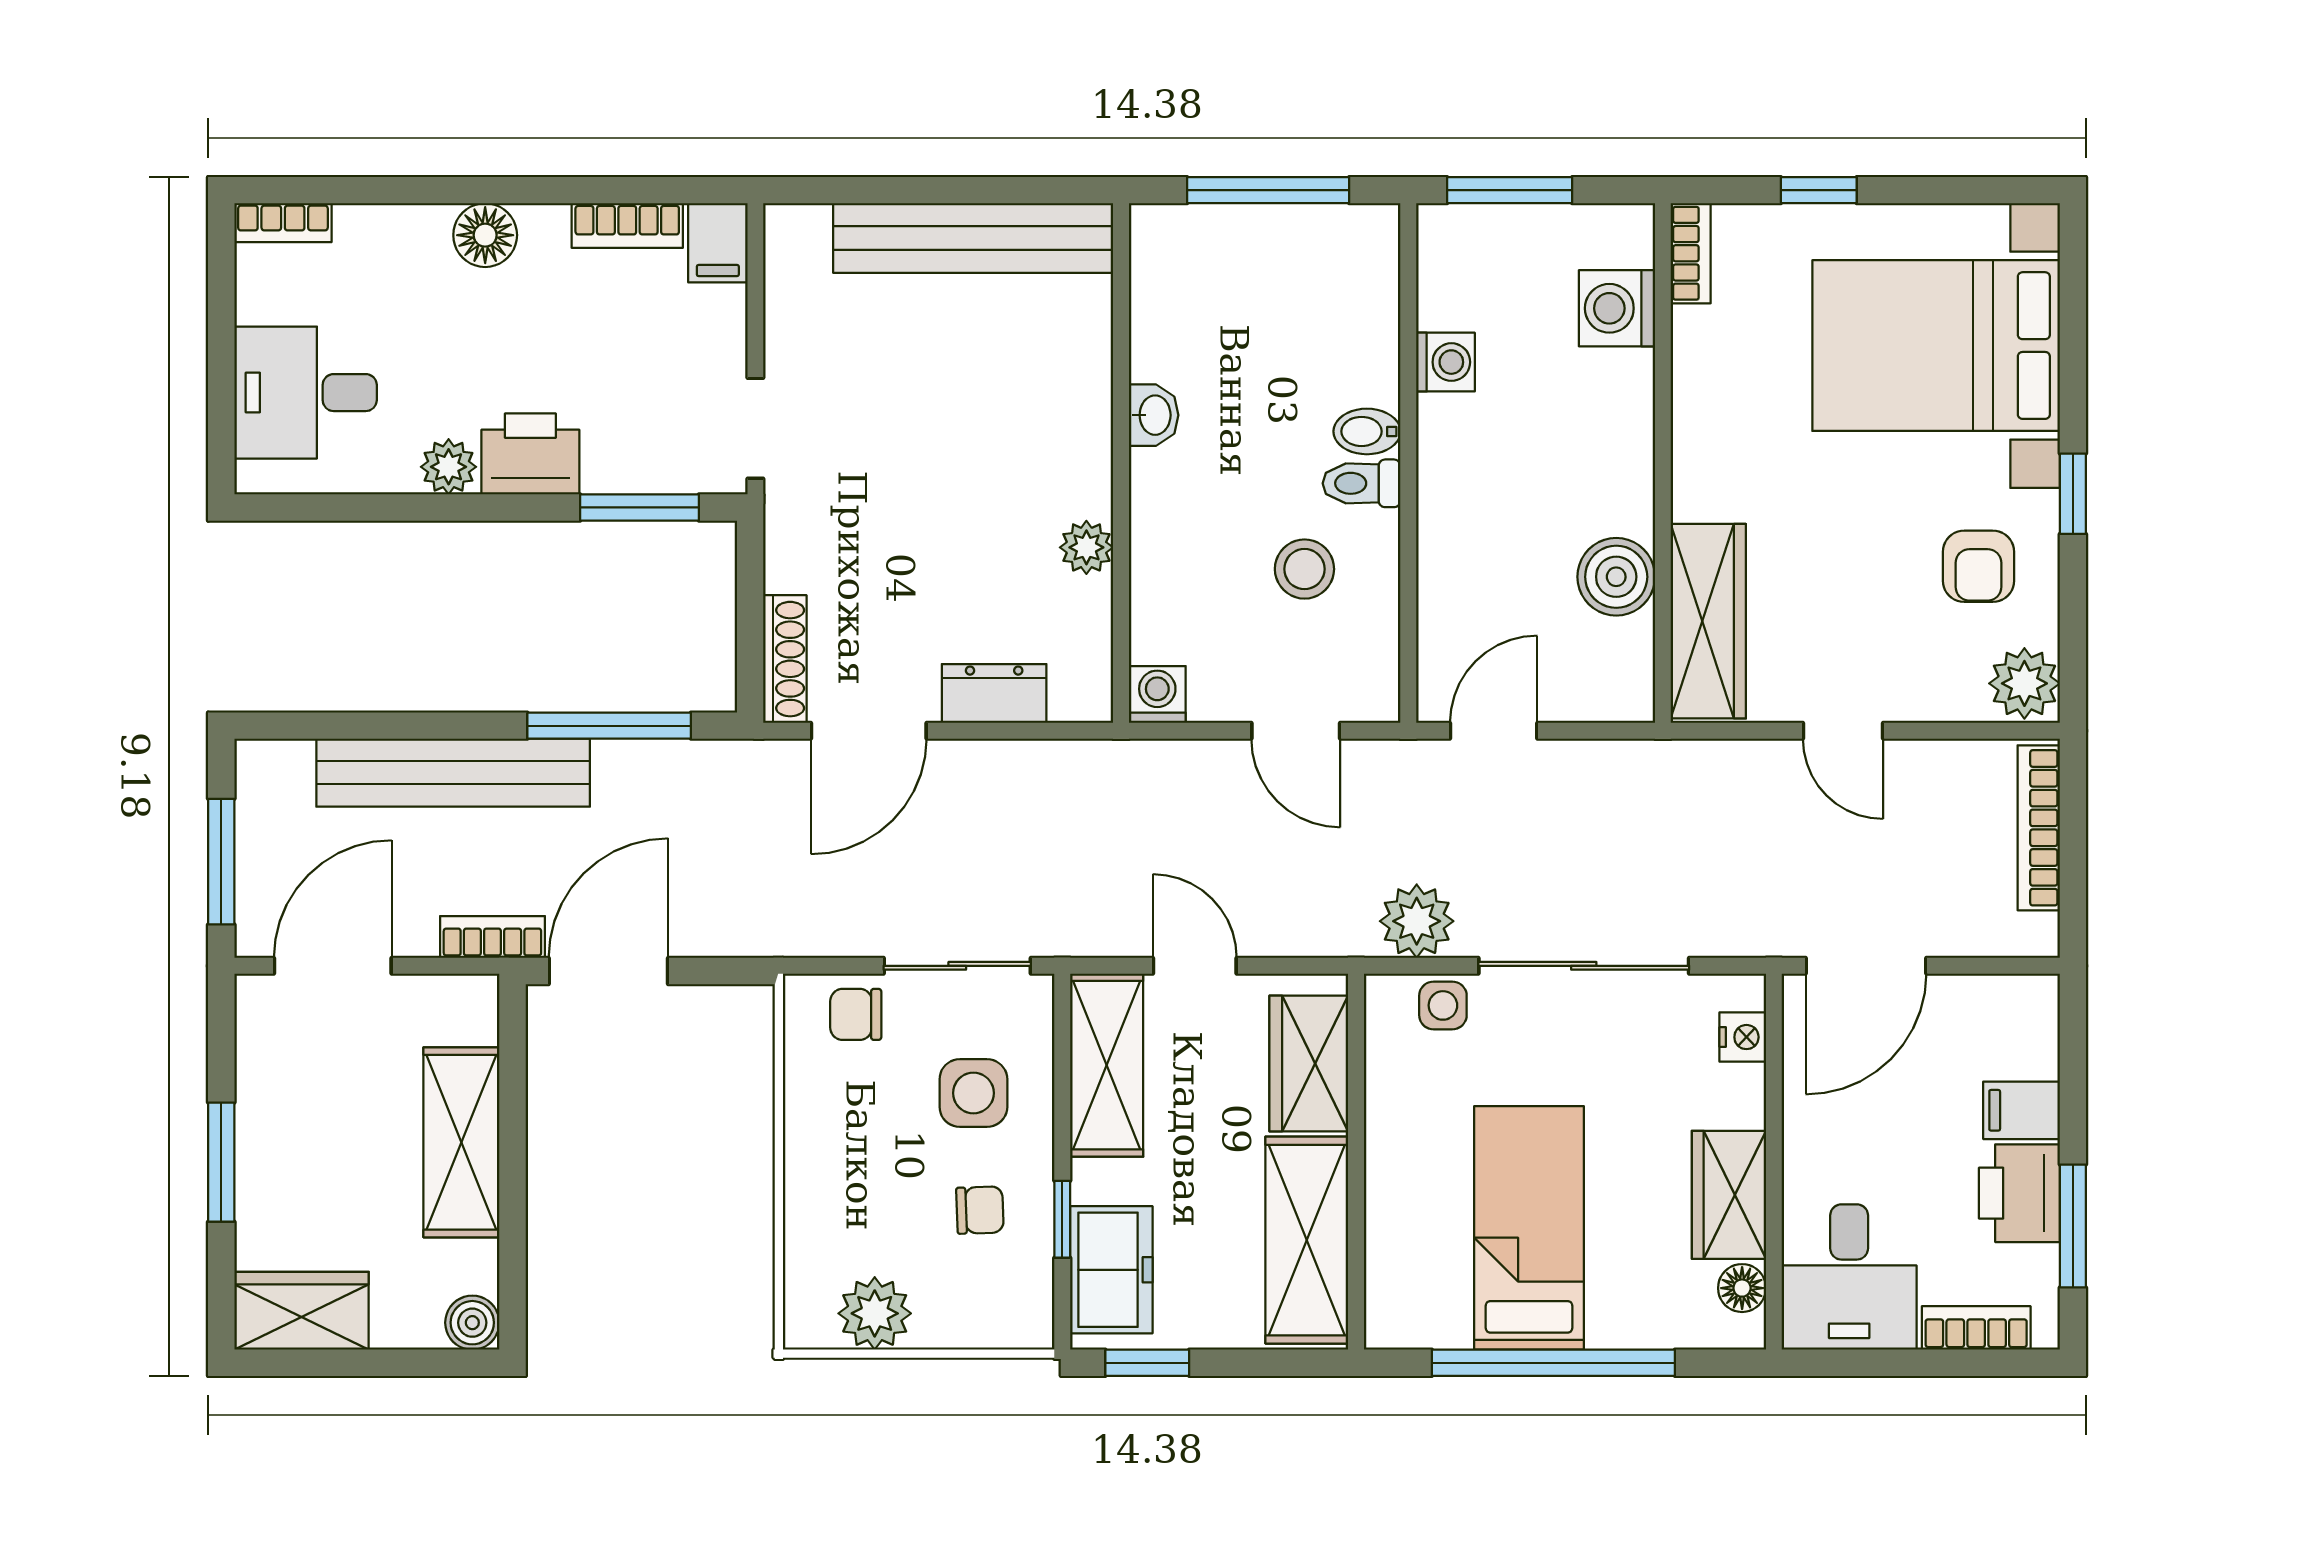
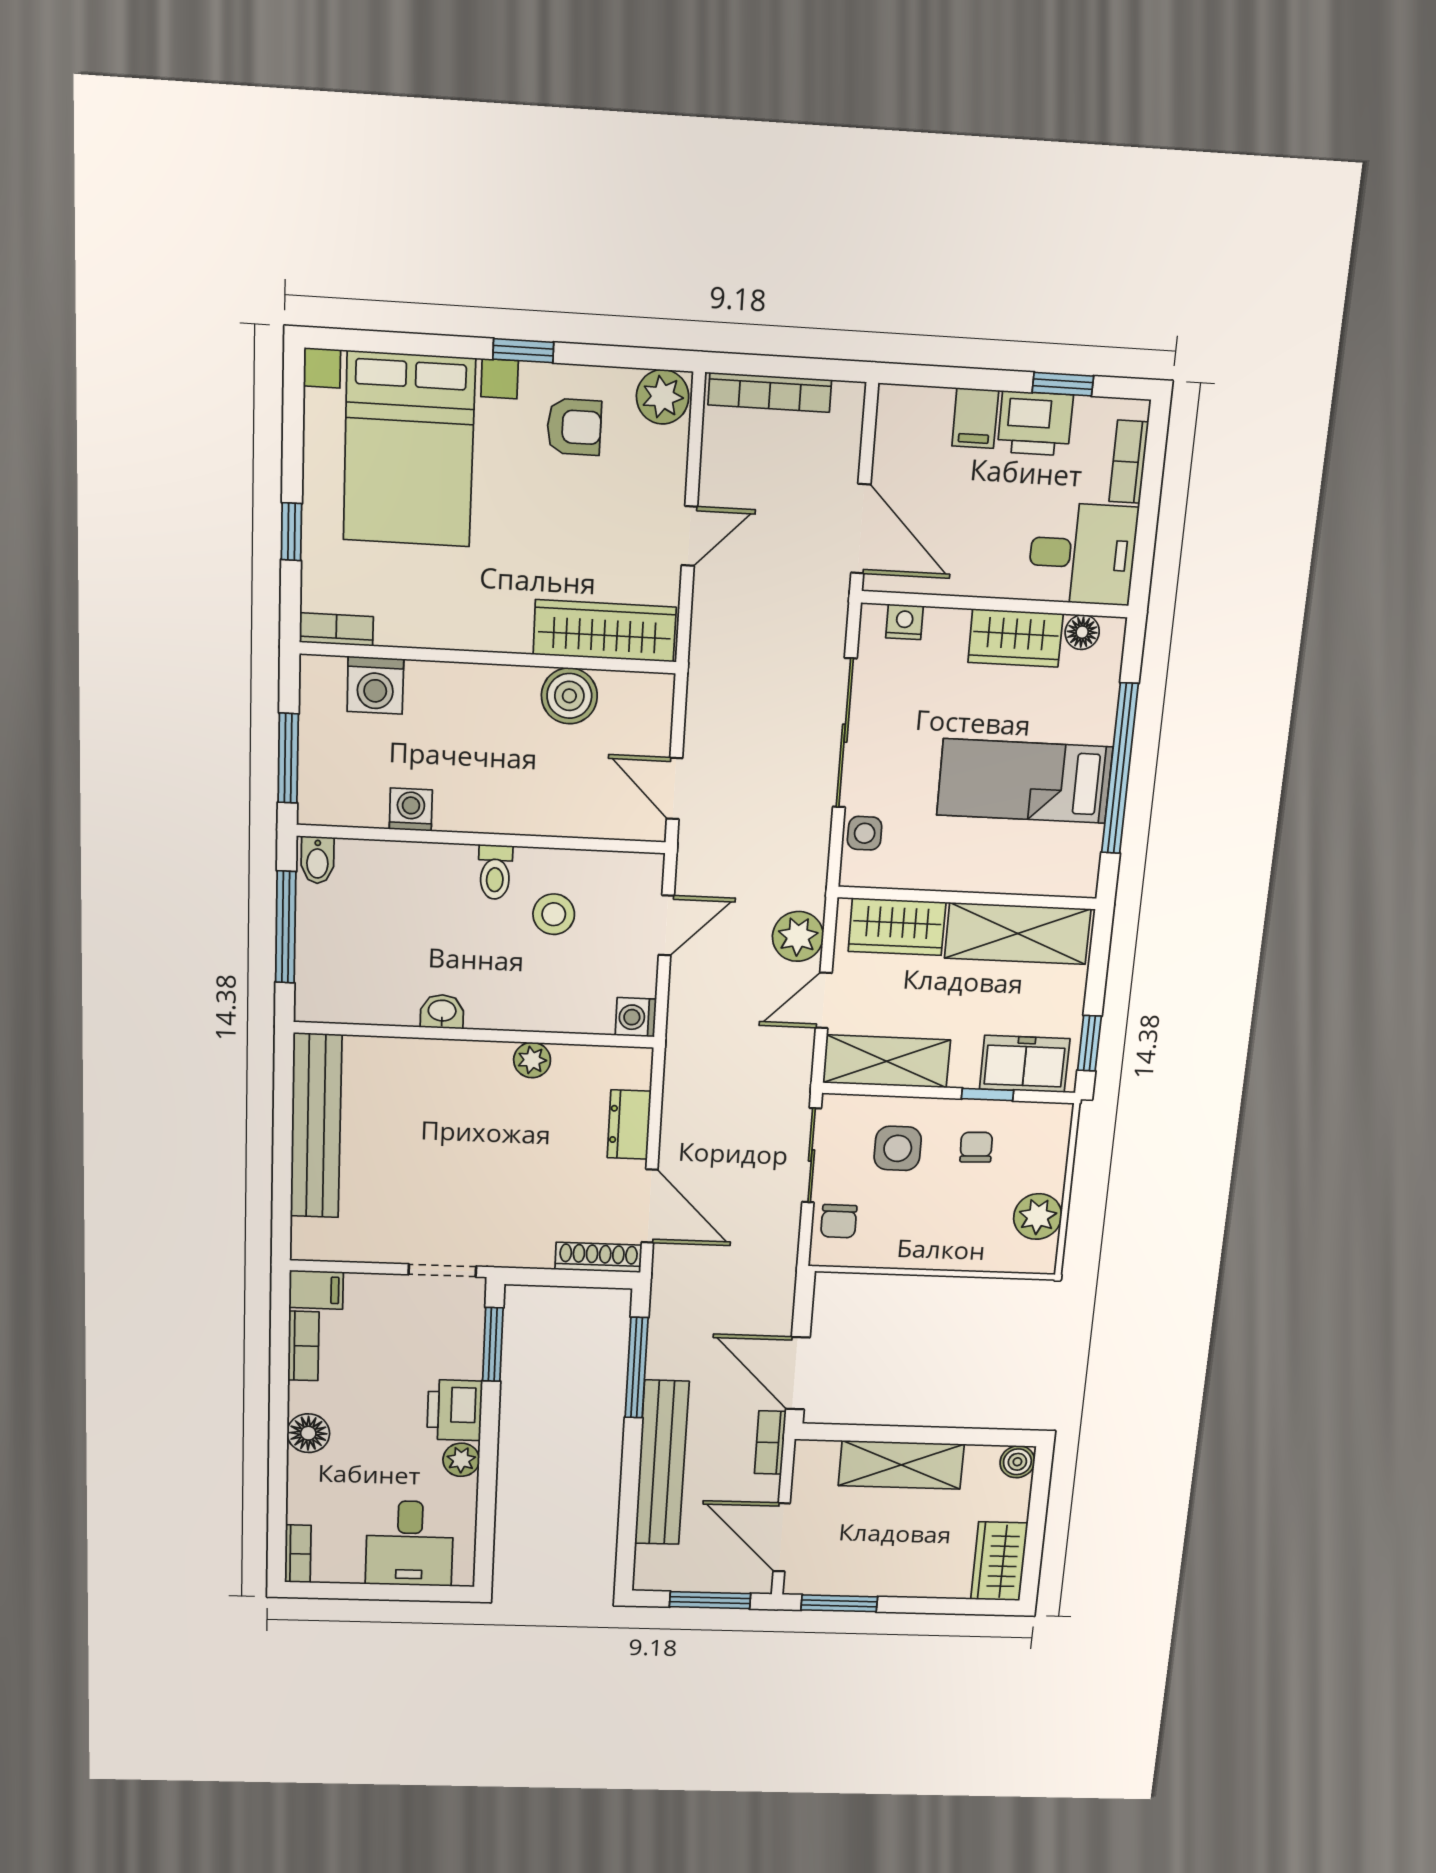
bidet: (1367, 431) -> (317, 860), moved
plant: (1417, 921) -> (798, 936), moved
window: (221, 1162) -> (839, 1603), moved
window: (2073, 1226) -> (1063, 384), width x0.67

